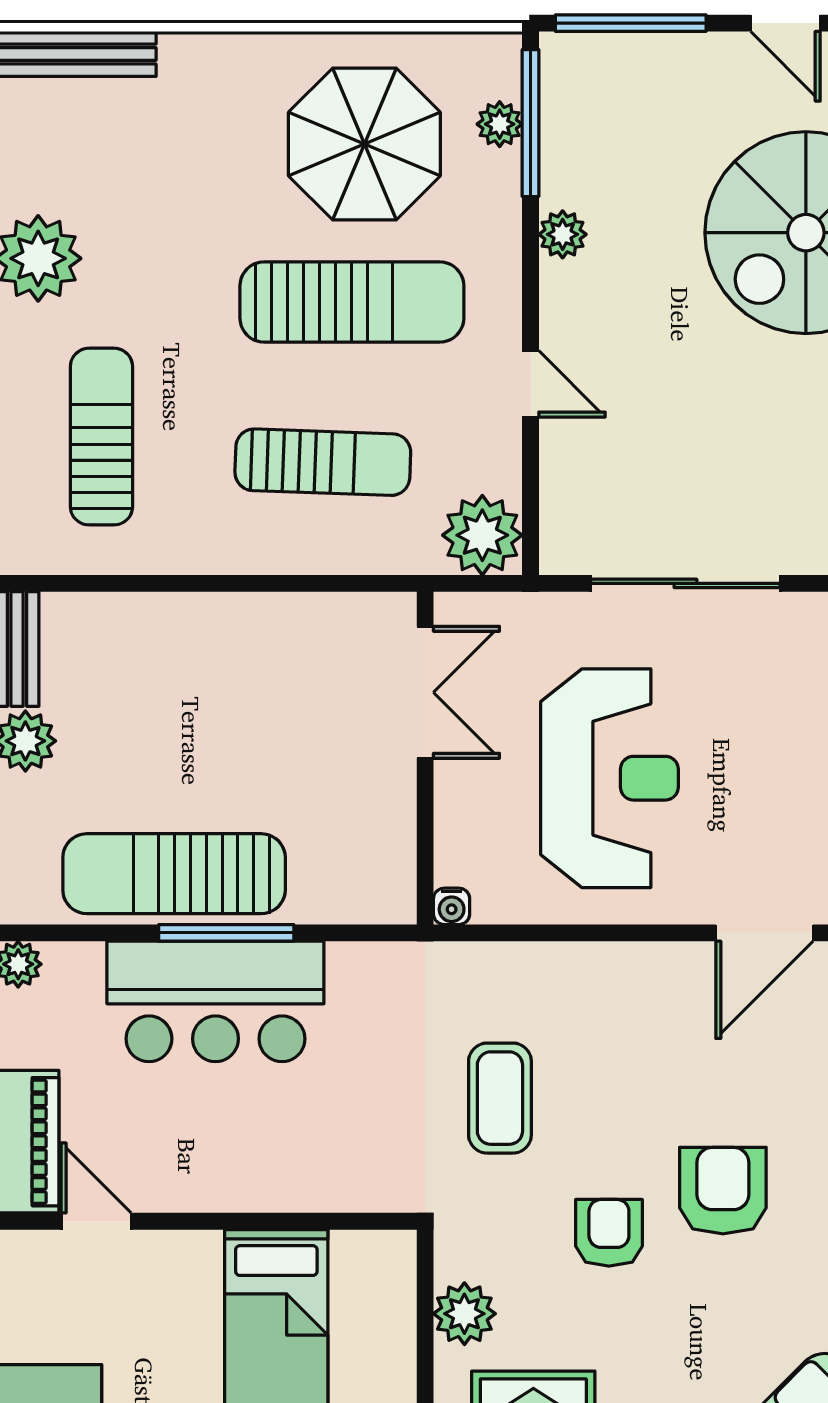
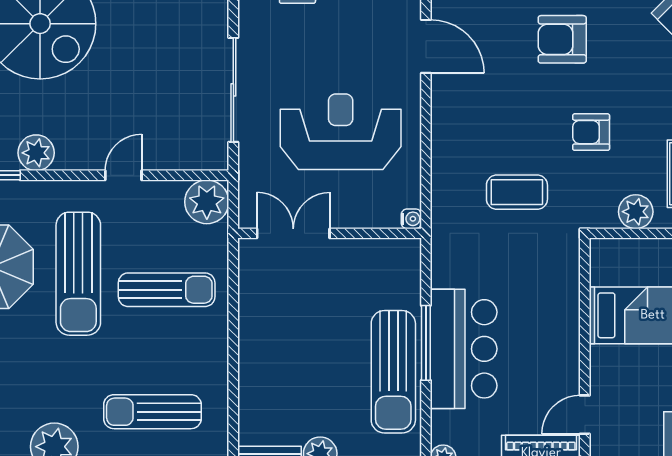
plant: (563, 234) -> (36, 153), width x1.38, depth x1.38
sun lounger: (352, 302) -> (78, 274), turned 180
sun lounger: (323, 462) -> (167, 290), turned 88
armchair: (723, 1191) -> (562, 39), moved

